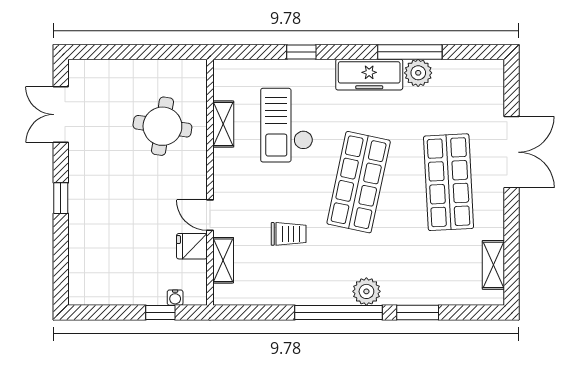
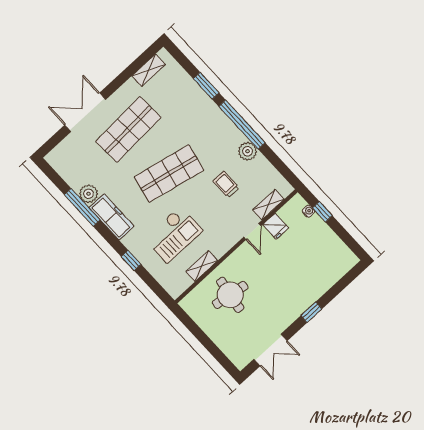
plant: (366, 291) -> (248, 151), moved

